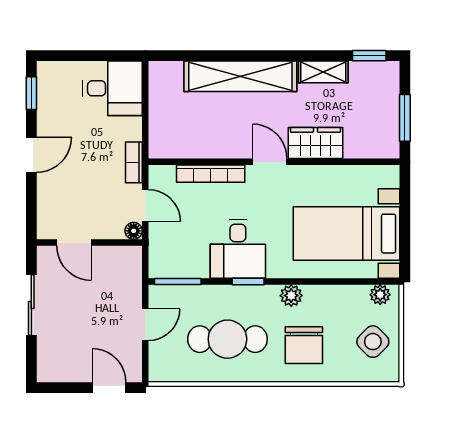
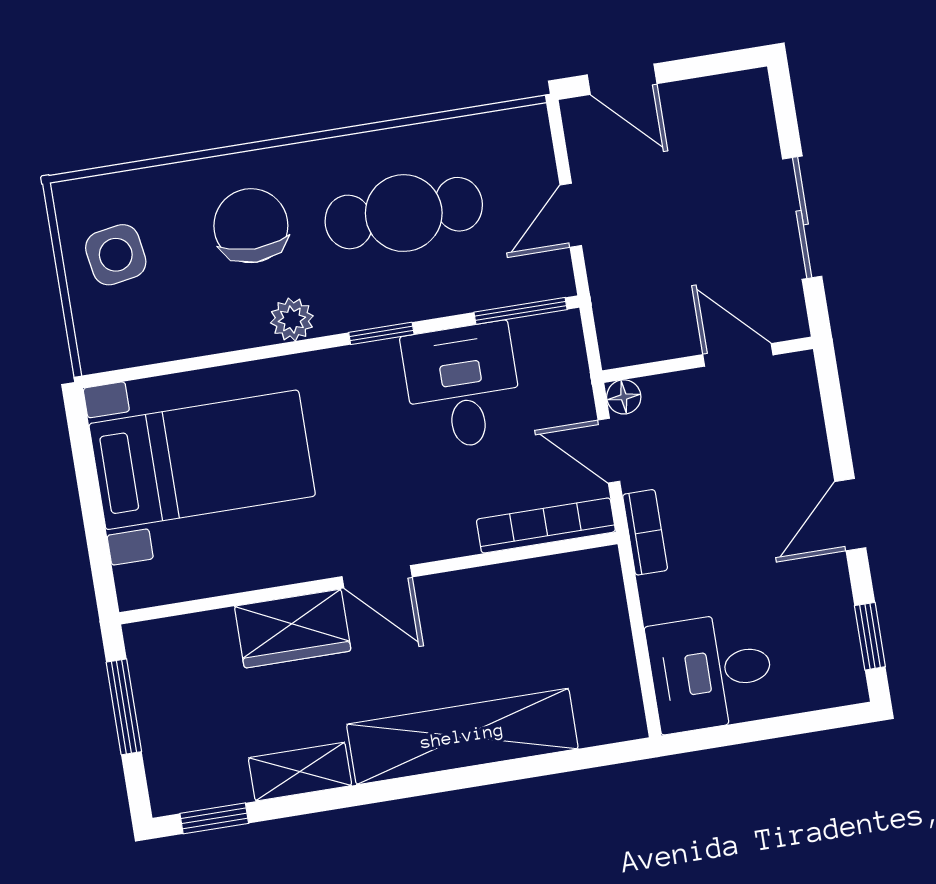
bookcase: (211, 174) -> (546, 525), moved
desk: (238, 249) -> (463, 386), moved
plant: (380, 295) -> (117, 350), removed
side table: (373, 342) -> (116, 255), turned 36

